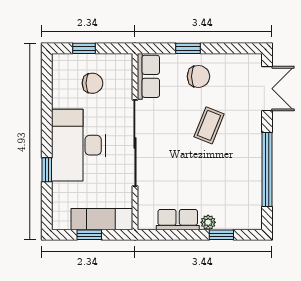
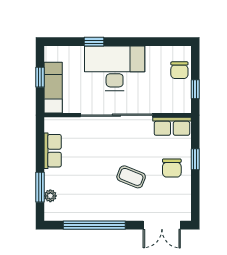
window: (84, 48) -> (195, 89), moved
chair: (93, 83) -> (179, 70), moved
plant: (208, 222) -> (50, 196), moved
window: (221, 235) -> (40, 187), width x1.50

